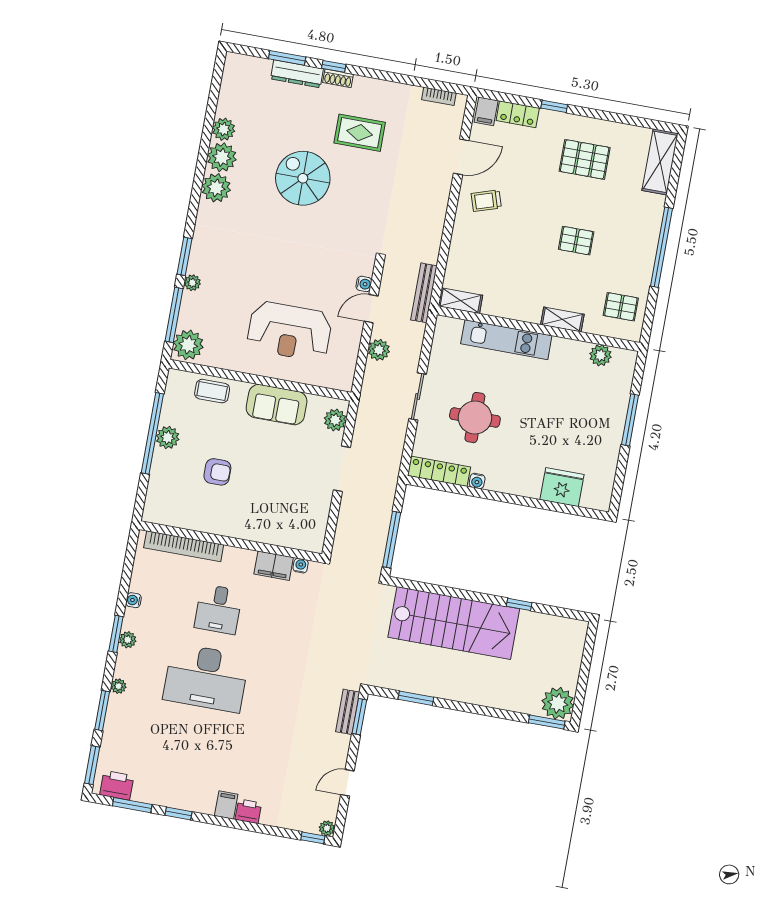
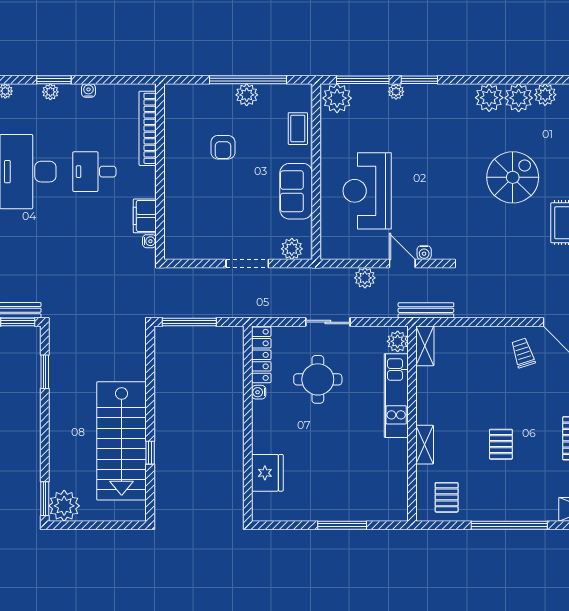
plant: (600, 355) -> (398, 341), moved
stairs: (454, 623) -> (122, 441), moved

